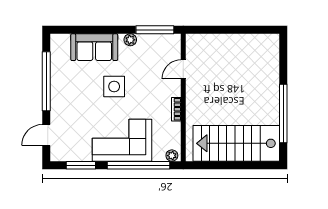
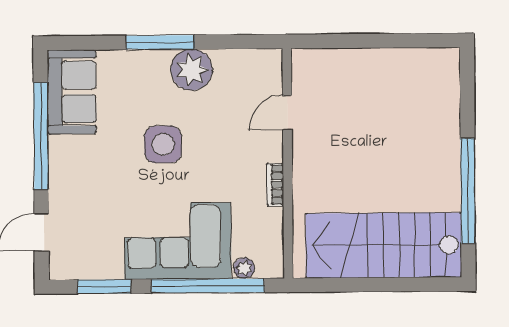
window: (155, 30) -> (160, 42), moved
plant: (130, 40) -> (192, 70), width x1.87, depth x1.87
sofa: (94, 47) -> (72, 92), moved, turned -90
plant: (172, 156) -> (244, 268), moved

